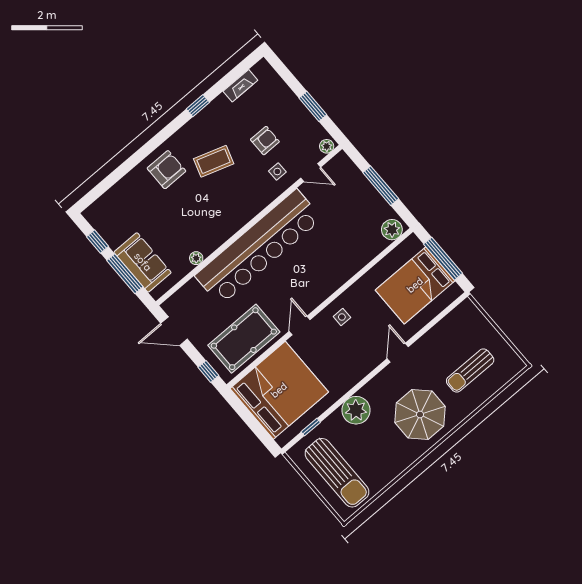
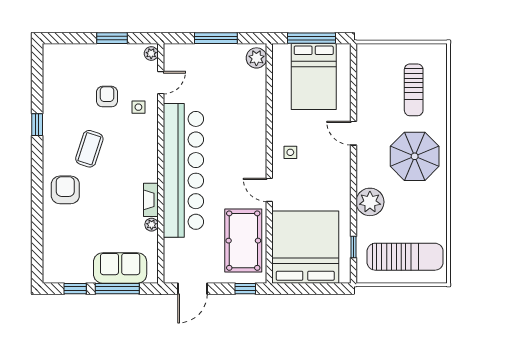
fireplace: (240, 86) -> (151, 200), moved, turned 180

